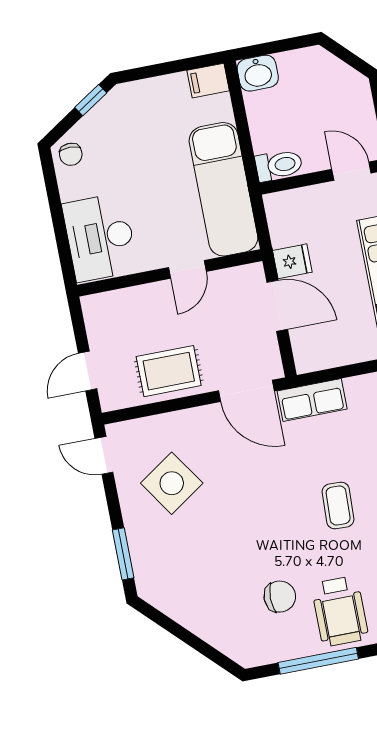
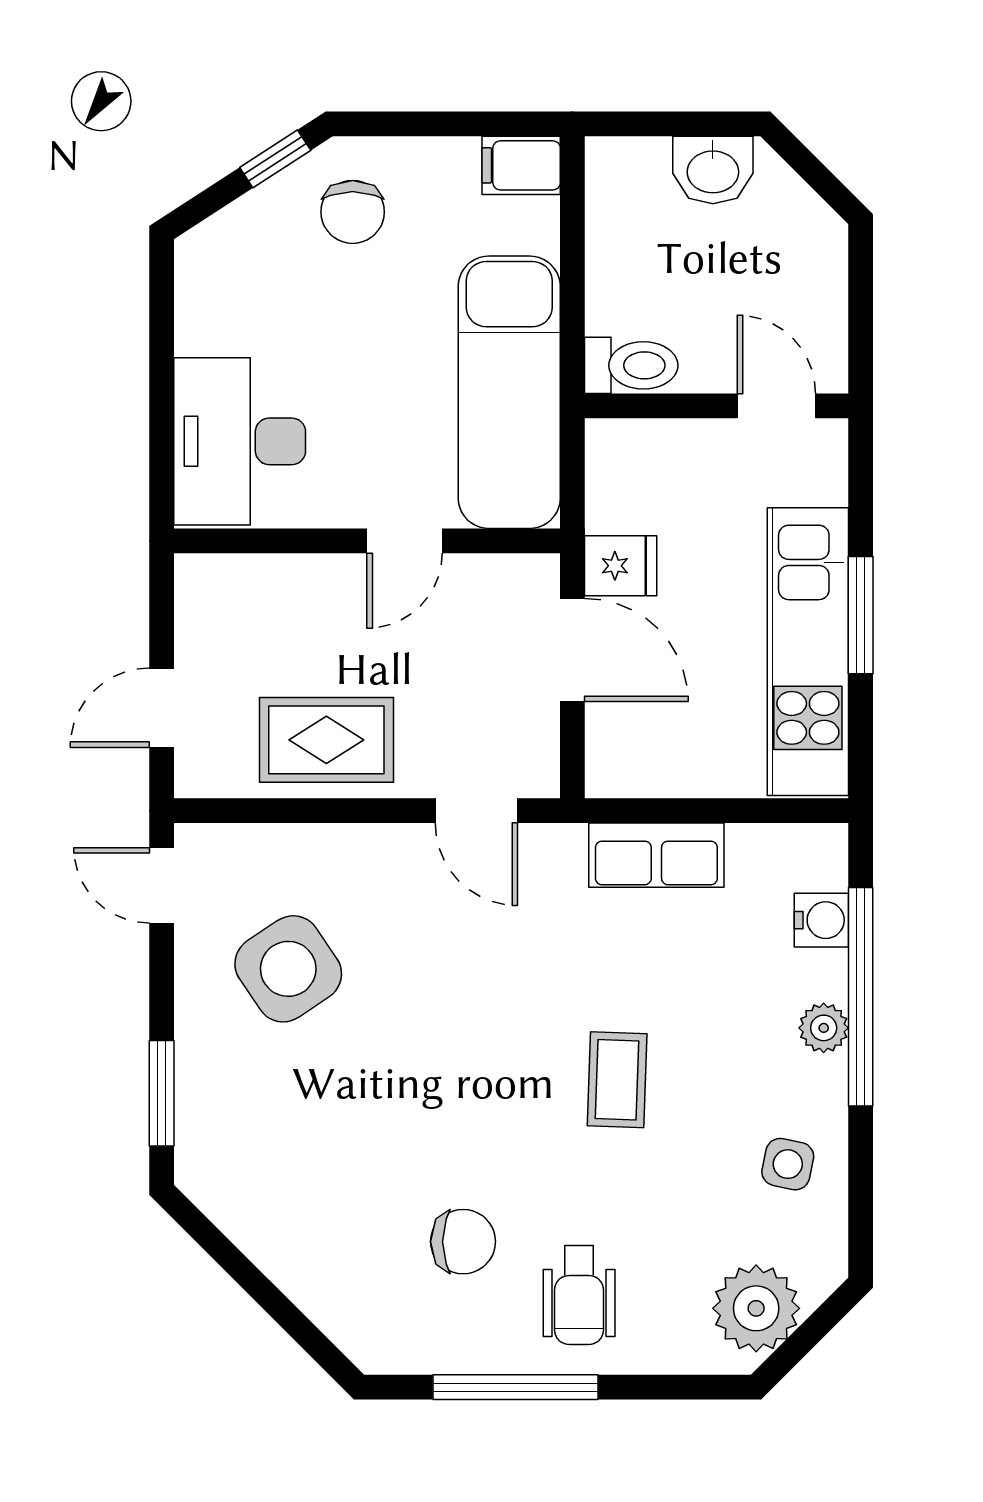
washbasin: (258, 73) -> (713, 170), moved
chair: (71, 154) -> (353, 212), moved, width x1.37, depth x1.37
door: (246, 391) -> (476, 811), width x0.73
row of seats: (312, 400) -> (656, 855), moved
wheelchair: (340, 611) -> (579, 1295), width x0.73, depth x0.73

